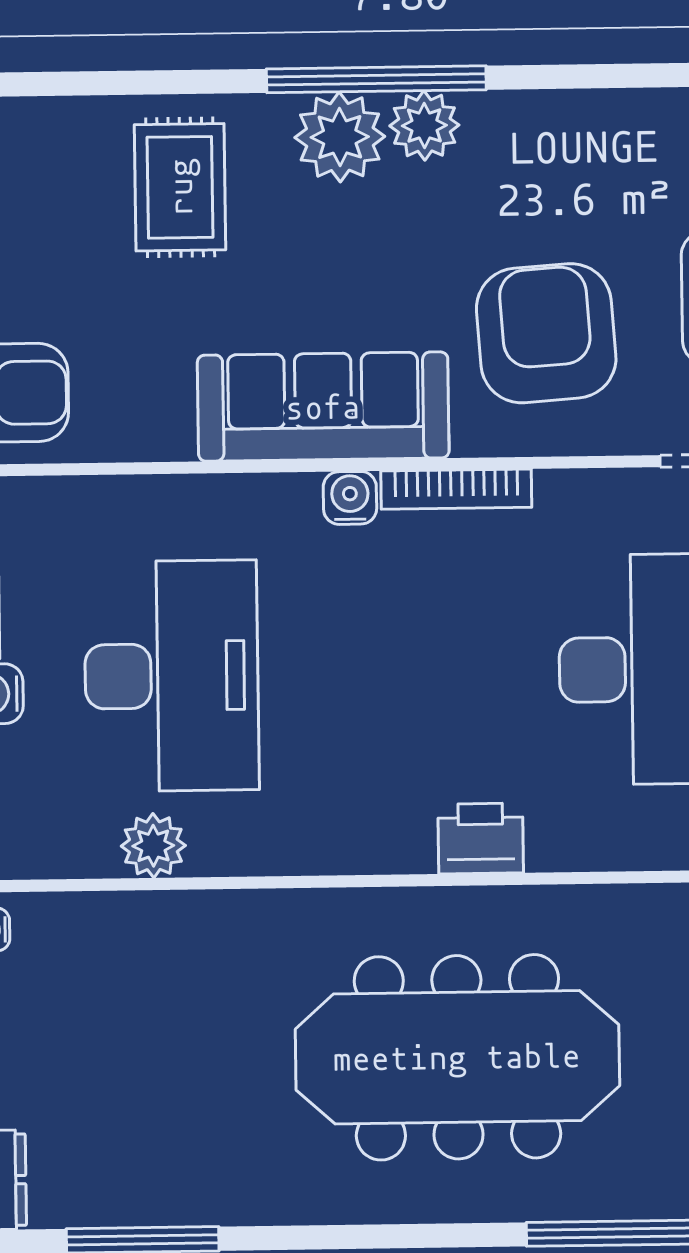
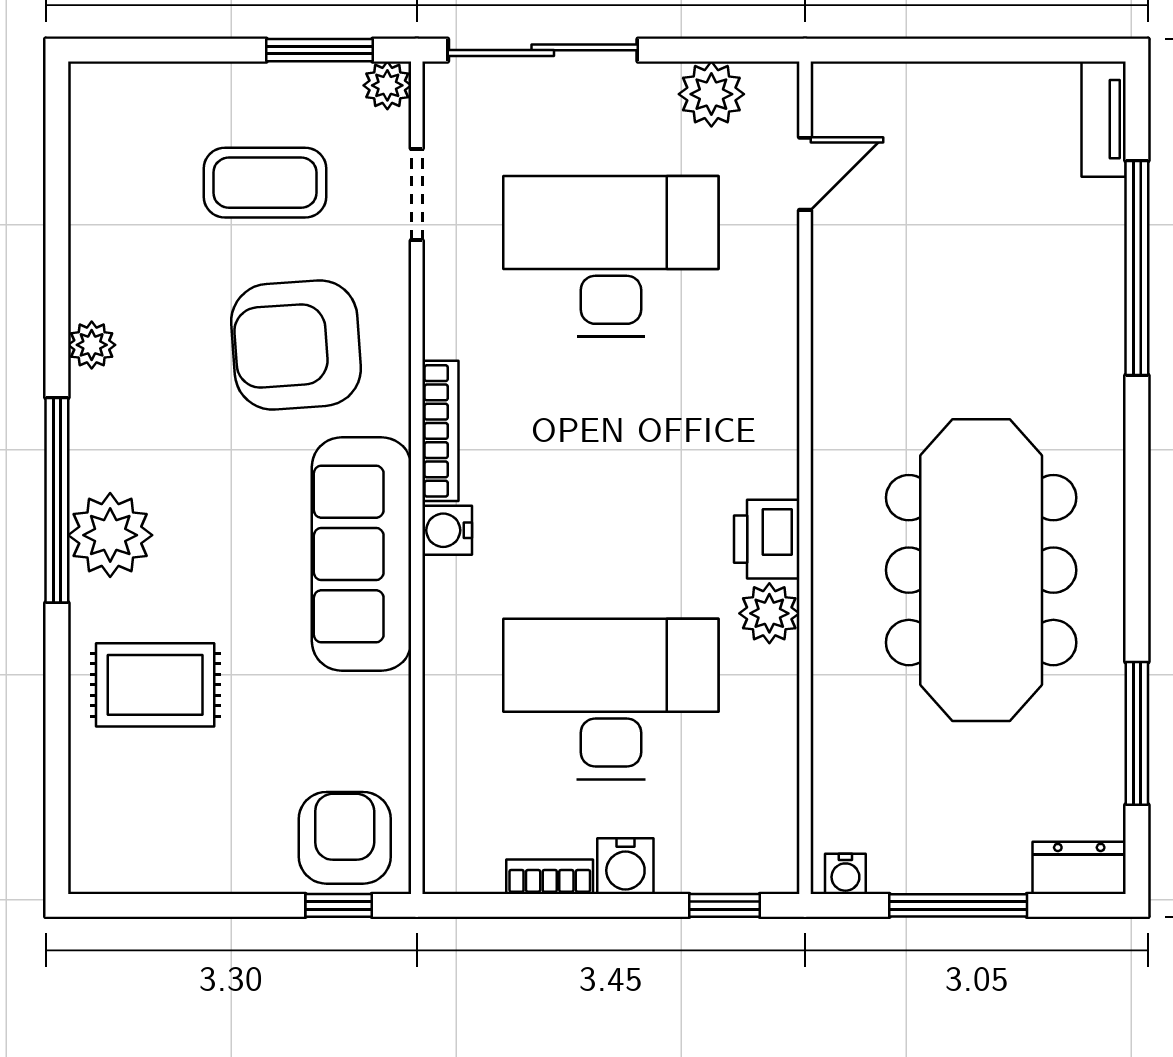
plant: (424, 125) -> (92, 345), moved, width x0.73, depth x0.73
printer: (481, 838) -> (767, 539), moved
plant: (153, 846) -> (769, 613), moved
meeting table: (457, 1057) -> (981, 570), moved

